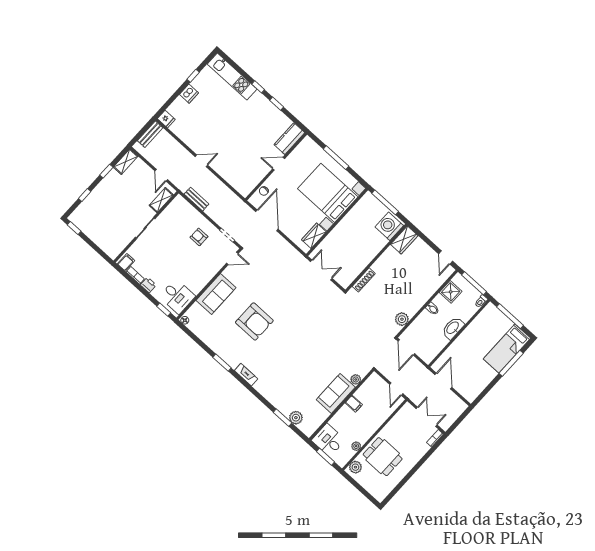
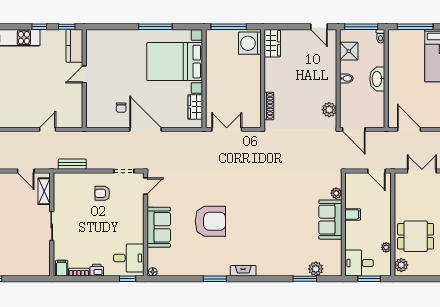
kitchen counter: (289, 139) -> (74, 46), moved
door: (279, 164) -> (84, 74), moved
wall: (276, 167) -> (84, 79), moved

